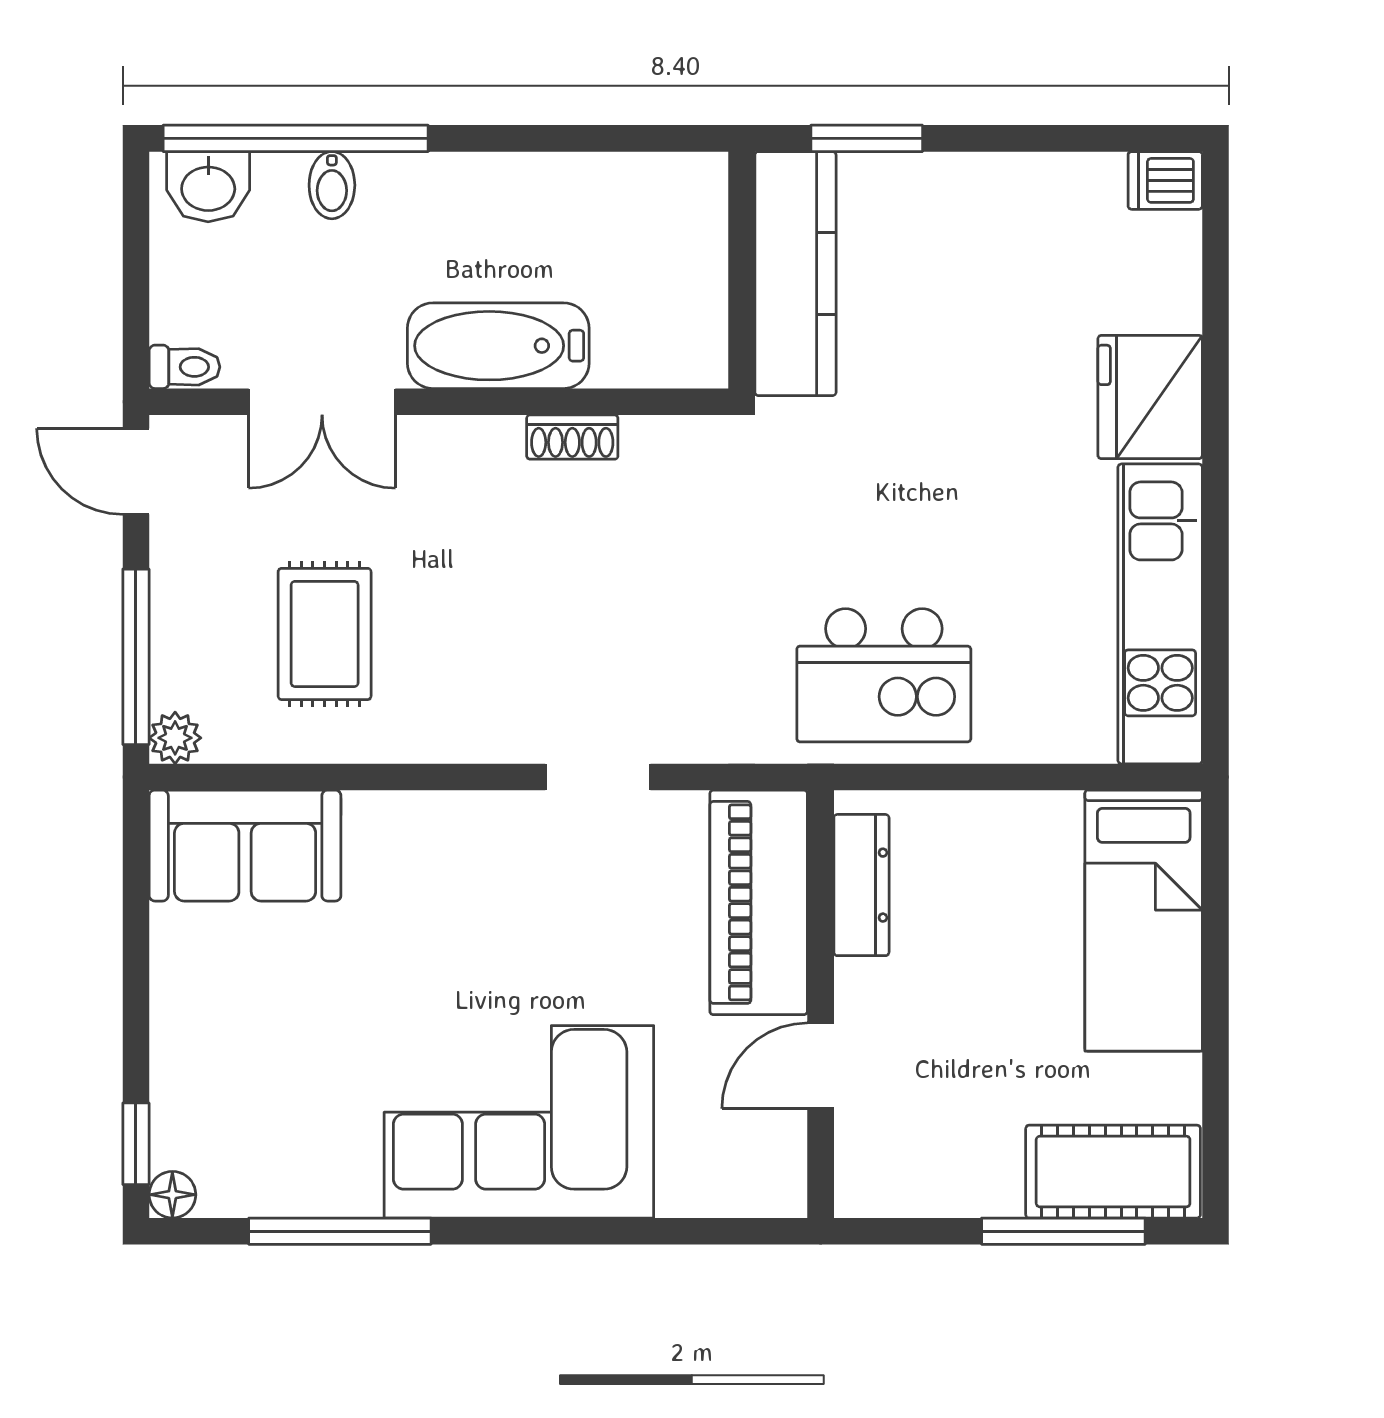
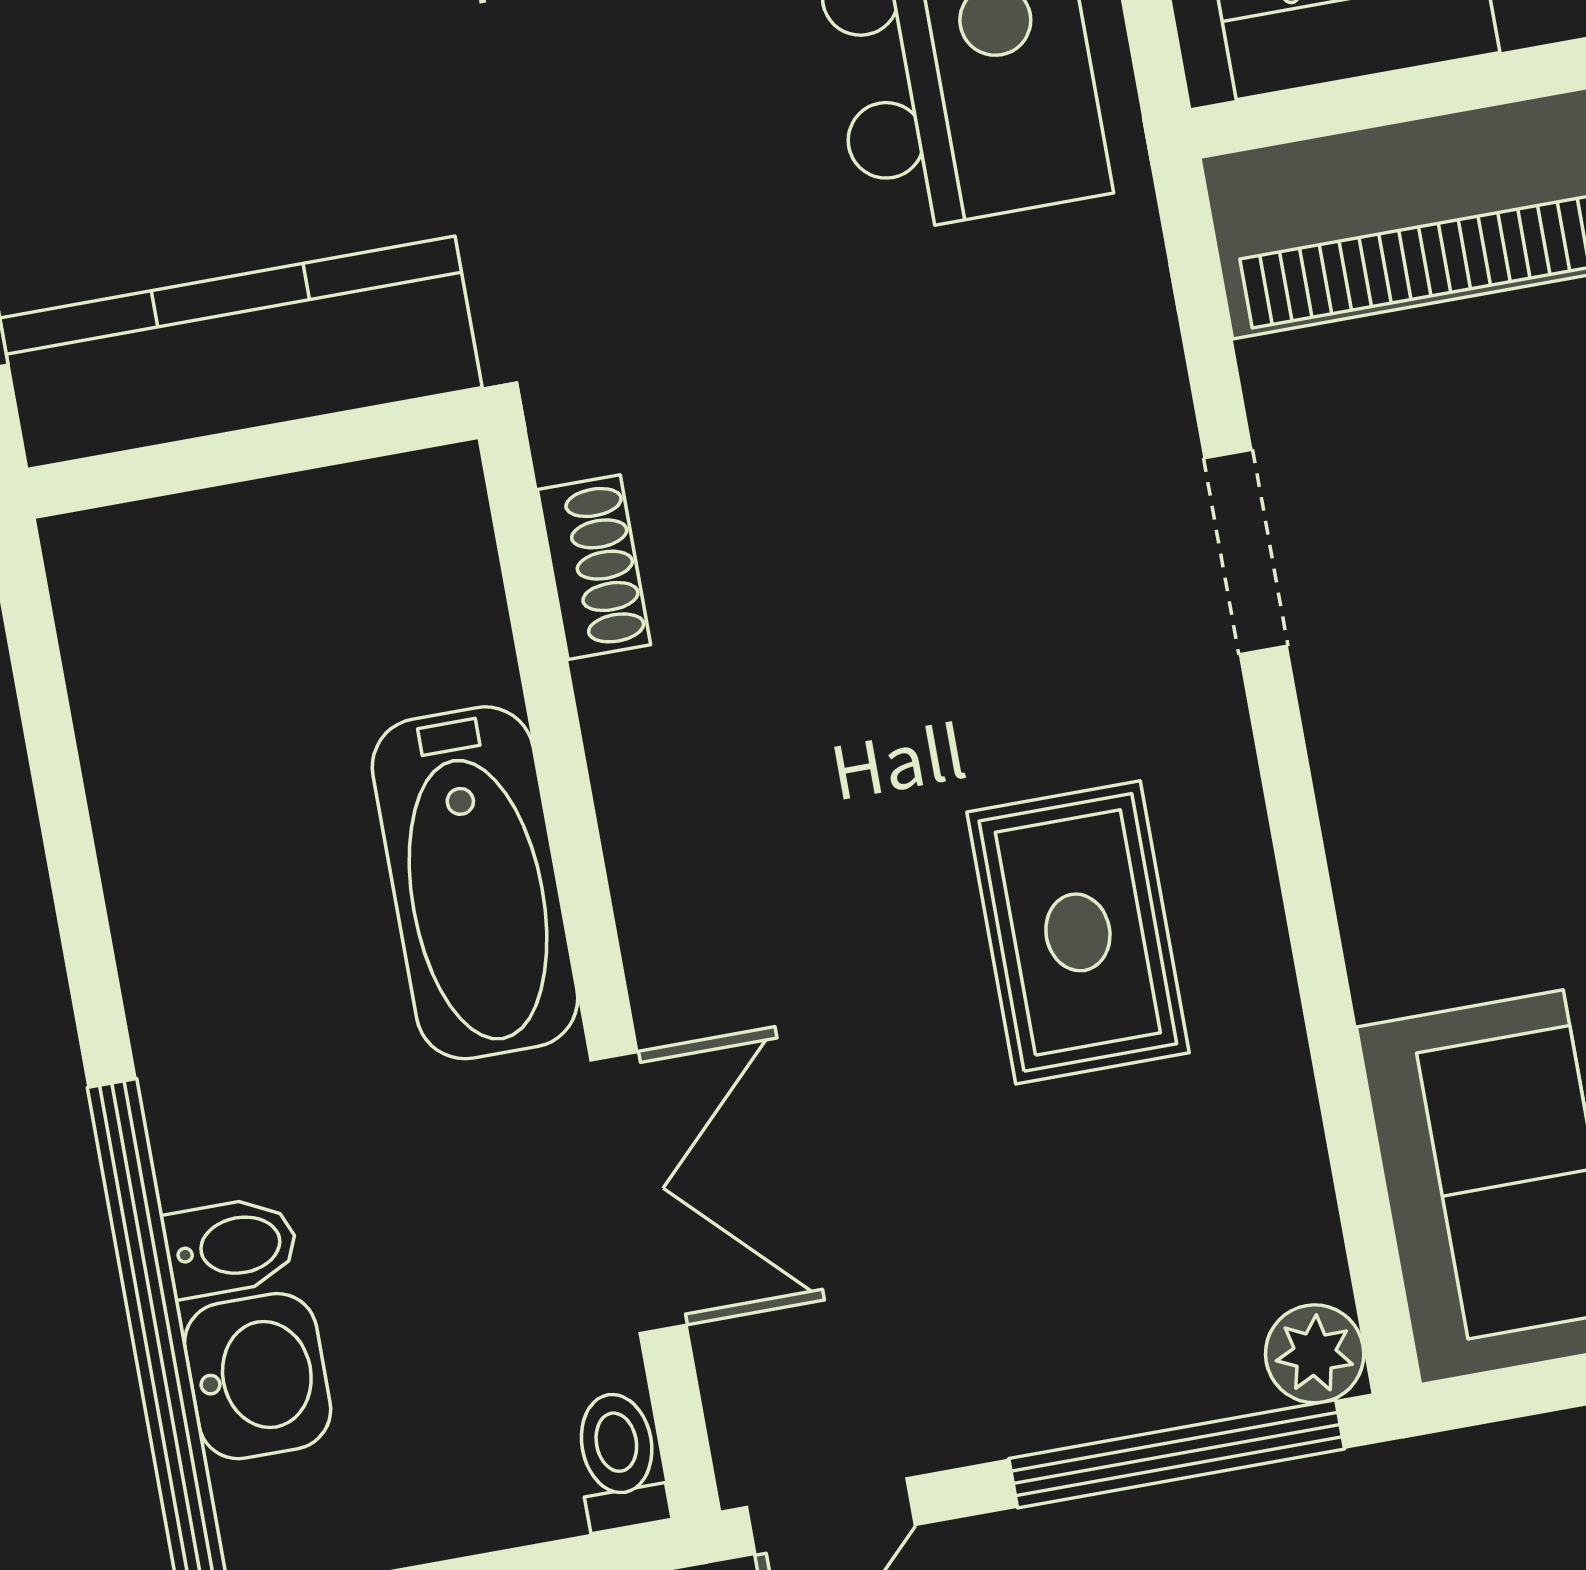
washbasin: (208, 187) -> (258, 1376), moved
shoe rack: (572, 437) -> (594, 567), moved
rug: (325, 634) -> (1078, 932), moved, turned 90

